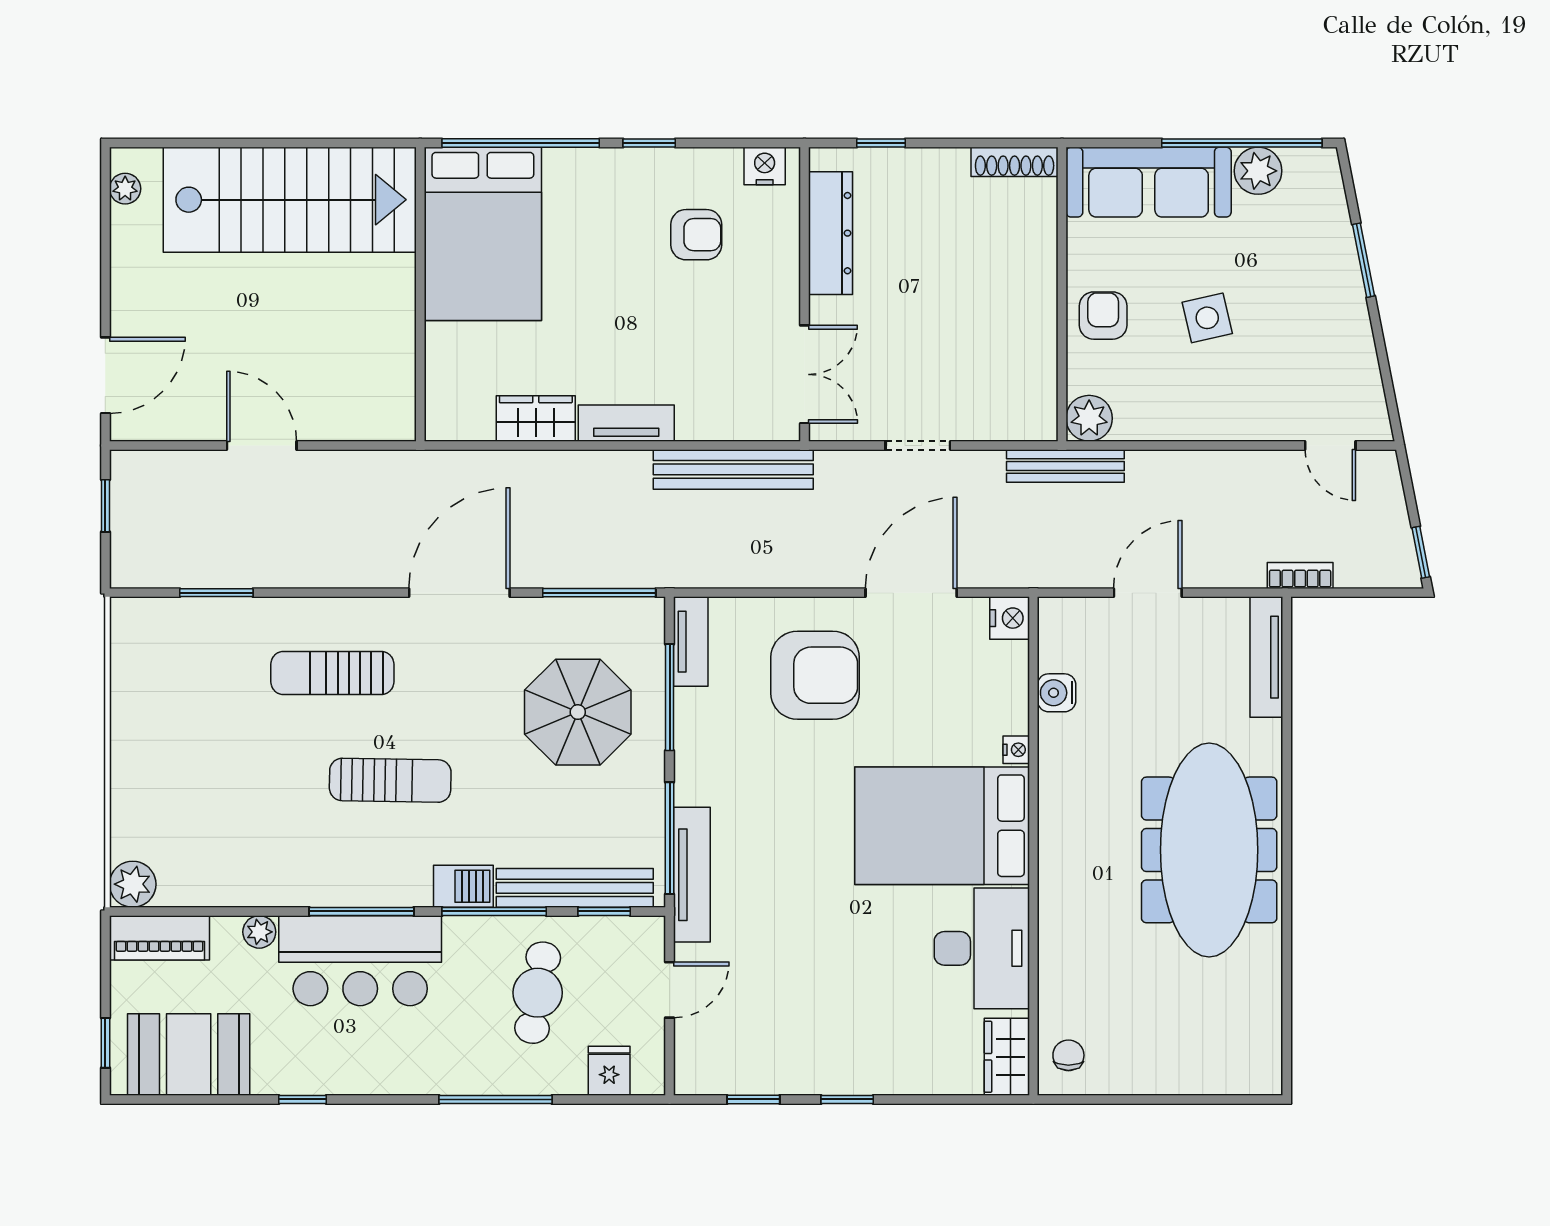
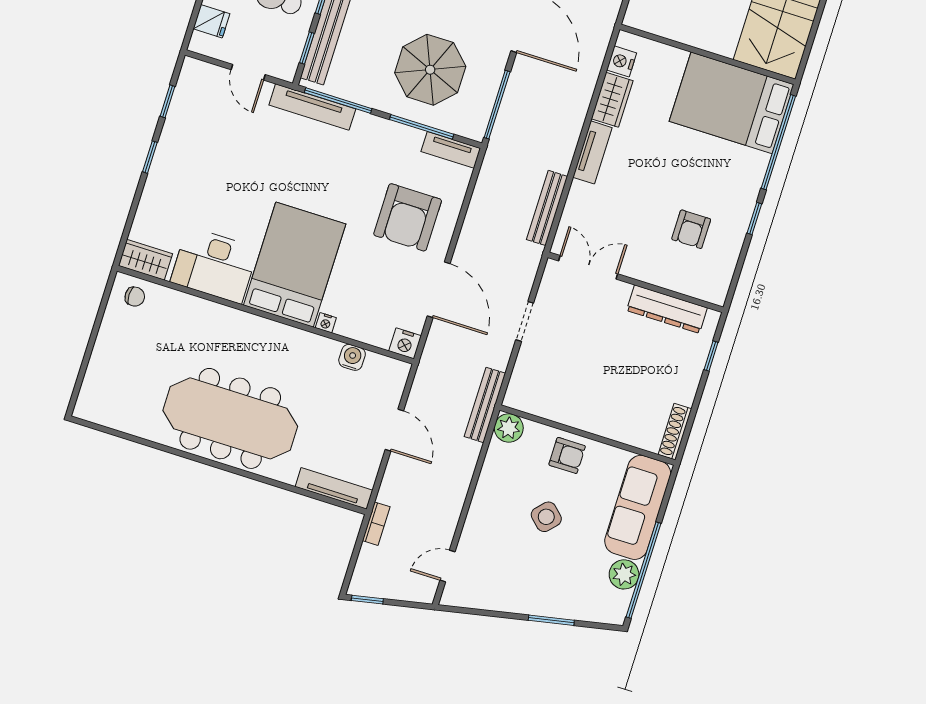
nightstand: (765, 166) -> (622, 61), moved, turned 180
side table: (1207, 318) -> (546, 517), turned -34
double door: (804, 374) -> (588, 267), swing flipped
bench: (733, 469) -> (547, 208), width x0.73, depth x0.82

